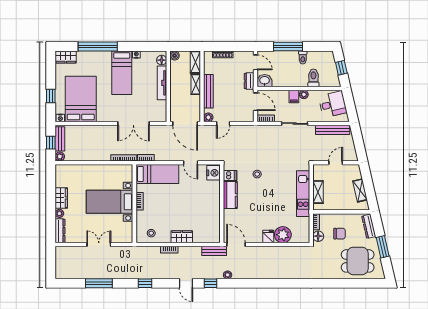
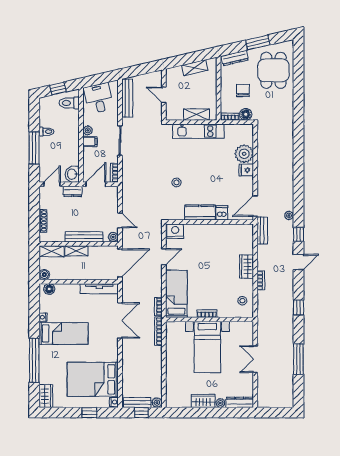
toilet: (313, 78) -> (69, 103), moved
tv unit: (162, 83) -> (99, 289), moved
dishwasher: (230, 175) -> (222, 213), moved

